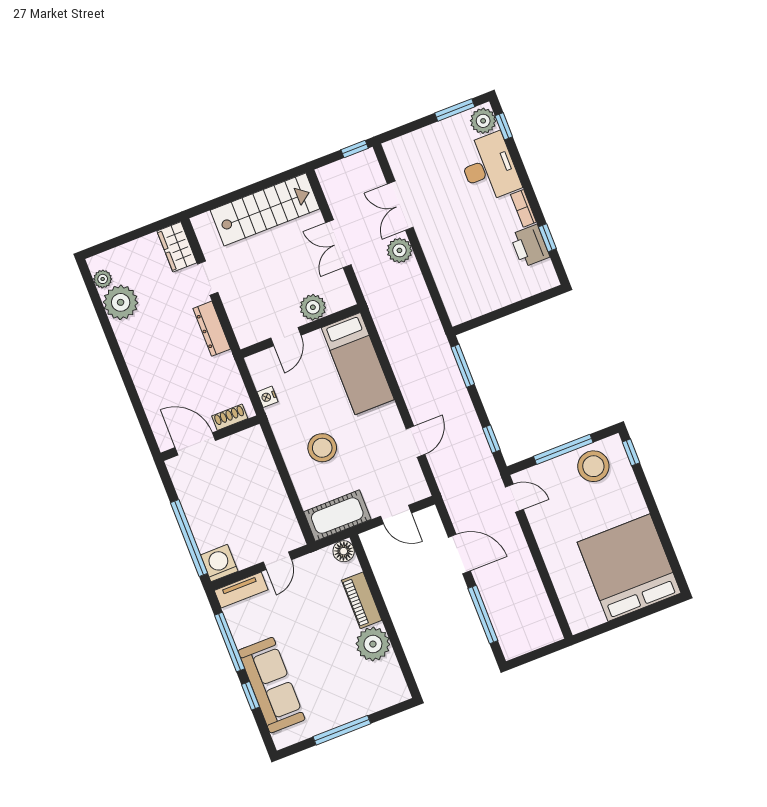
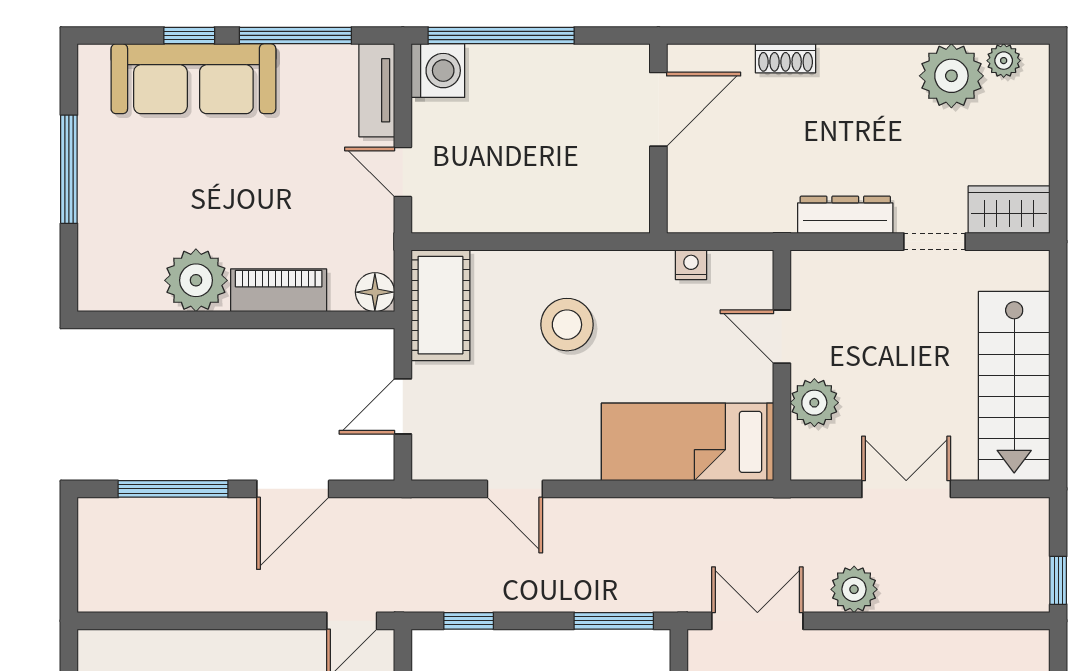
double door: (400, 206) -> (757, 621), moved
shoe rack: (230, 417) -> (786, 58), moved, turned 90

